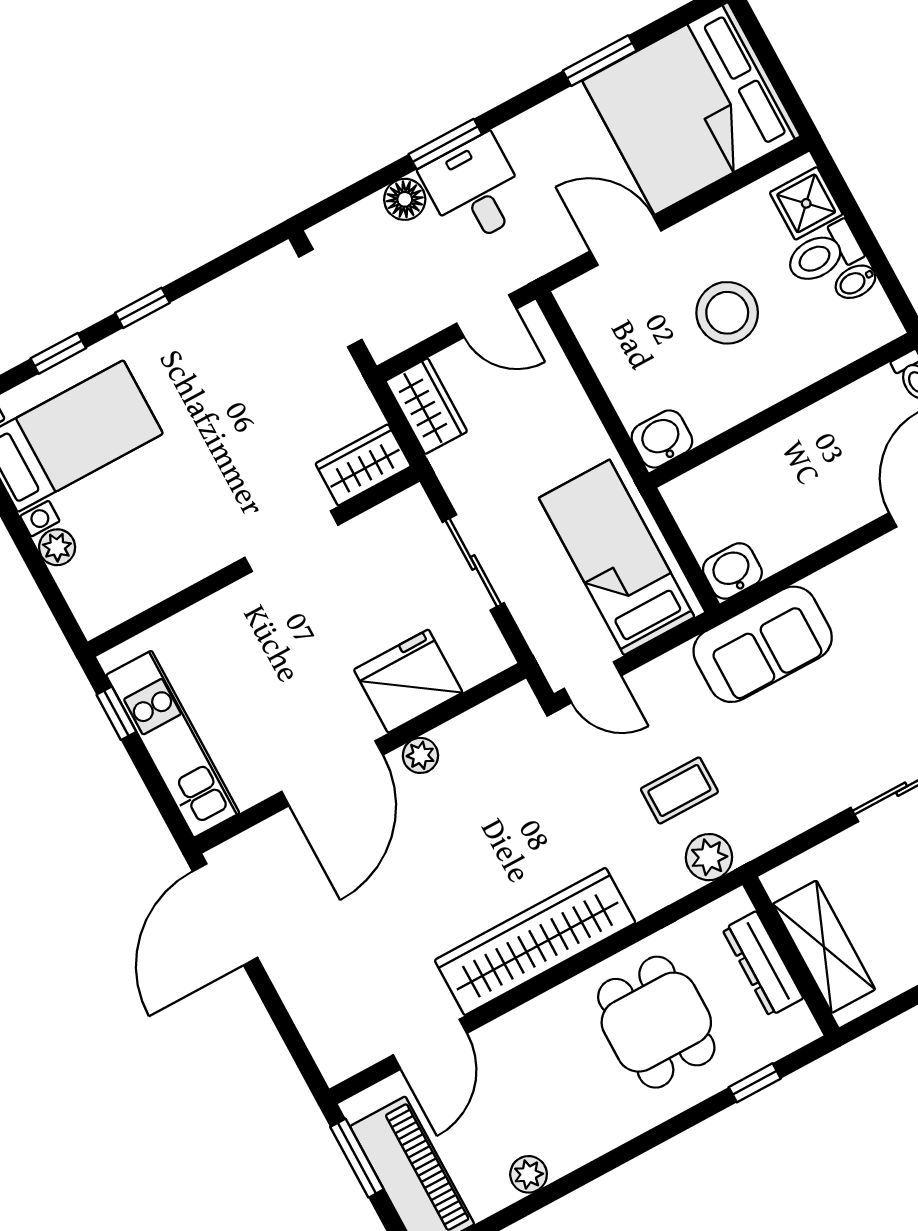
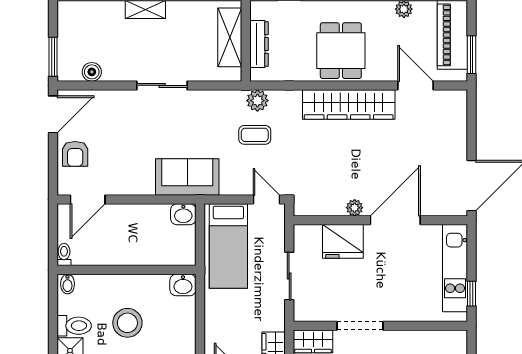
bidet: (855, 282) -> (68, 284), moved, turned 90
dining table: (656, 1022) -> (341, 51), moved
door: (430, 1044) -> (415, 85), hinge flipped

